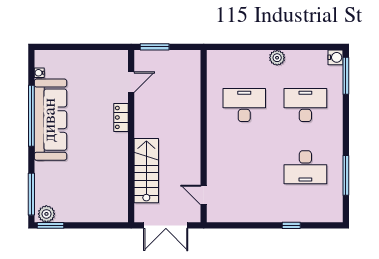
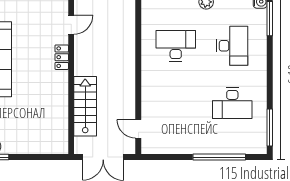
desk: (305, 105) -> (232, 46), turned 90
window: (346, 175) -> (270, 127), moved
window: (291, 225) -> (219, 157), width x3.17

